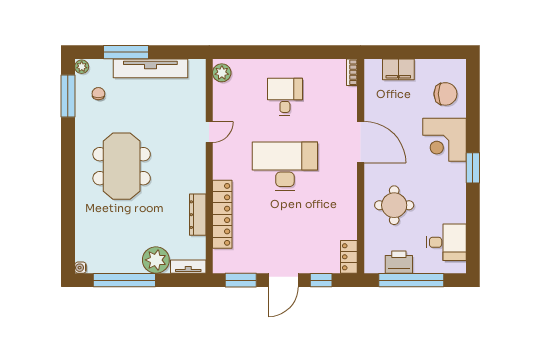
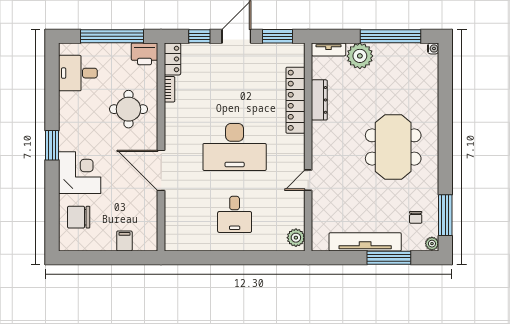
filing cabinet: (398, 69) -> (124, 241), width x0.50
bookcase: (352, 72) -> (170, 89), moved
printer: (399, 262) -> (145, 54), moved

